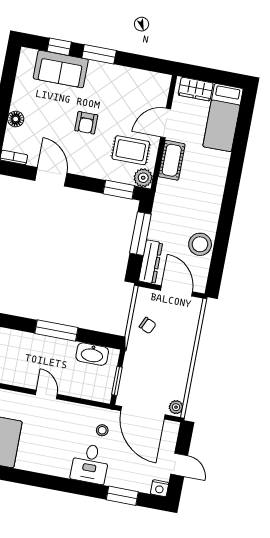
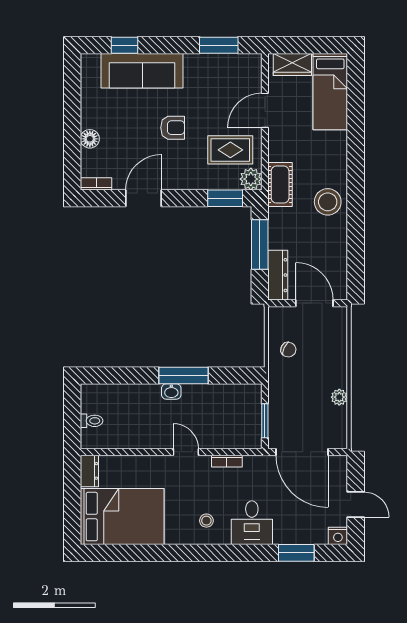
window: (99, 54) -> (219, 45), moved
sofa: (61, 69) -> (142, 71), width x1.36
armchair: (86, 123) -> (173, 128), turned -90
cot: (172, 160) -> (280, 185), moved
door: (51, 177) -> (143, 198), hinge flipped
stool: (200, 244) -> (328, 202), moved
washbasin: (92, 354) -> (171, 392), moved, width x0.52, depth x0.69
plant: (176, 407) -> (339, 397), moved
bookcase: (79, 409) -> (227, 461), added
stool: (102, 430) -> (206, 521), moved

